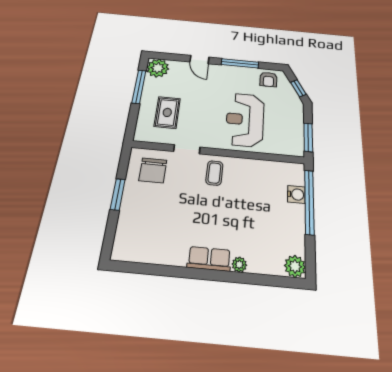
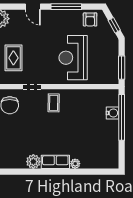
plant: (295, 266) -> (33, 162), moved

